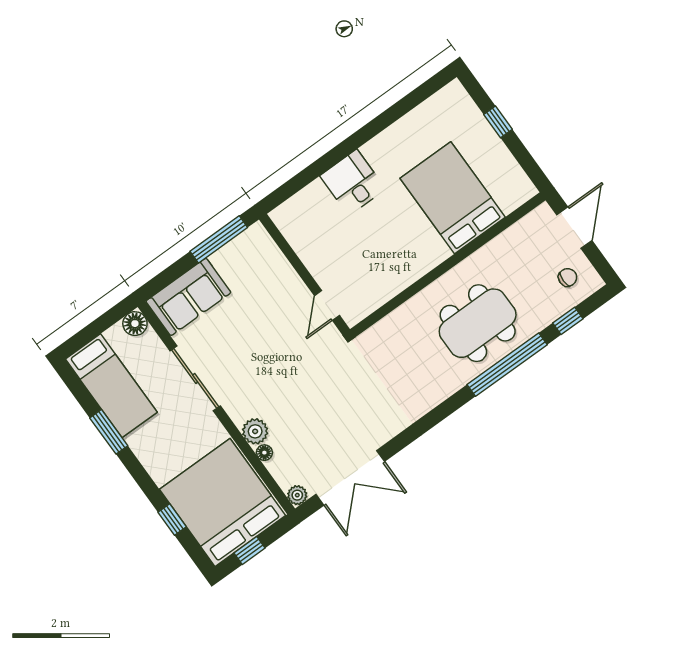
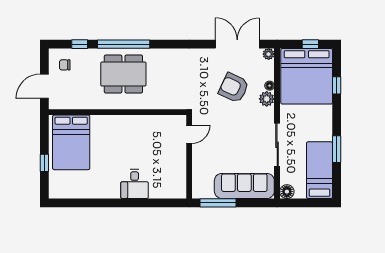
bed: (453, 198) -> (71, 142), moved
sofa: (188, 297) -> (244, 186), width x1.36
armchair: (312, 414) -> (234, 88), added

